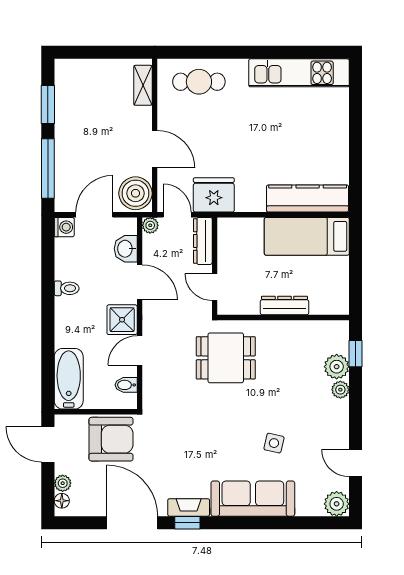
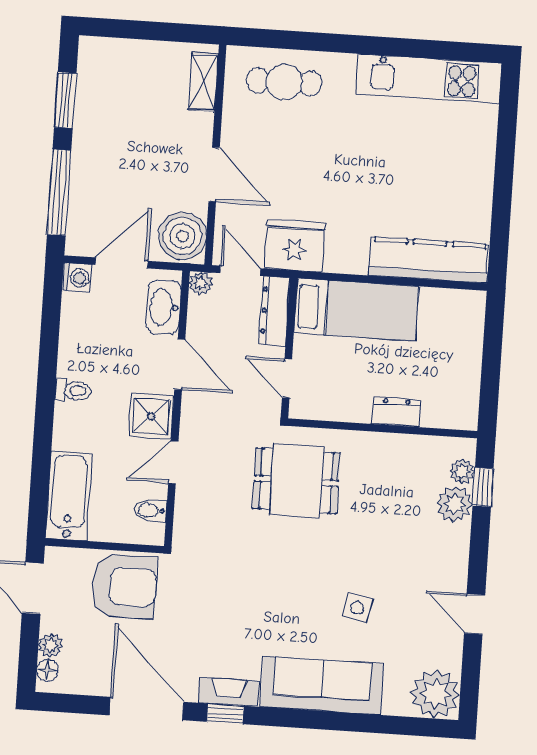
bed: (307, 236) -> (356, 310), moved, turned 180
washbasin: (126, 249) -> (164, 307), width x1.38
toilet: (67, 288) -> (73, 390), moved
dresser: (284, 306) -> (396, 412), width x0.70
plant: (340, 390) -> (462, 471), moved
door: (356, 463) -> (475, 614), moved
plant: (337, 504) -> (435, 694), width x1.36, depth x1.36

